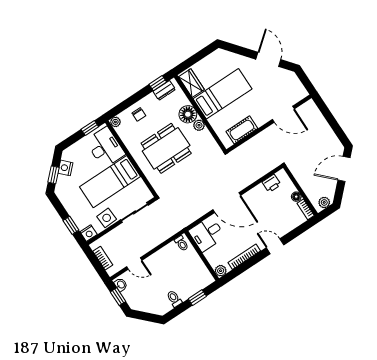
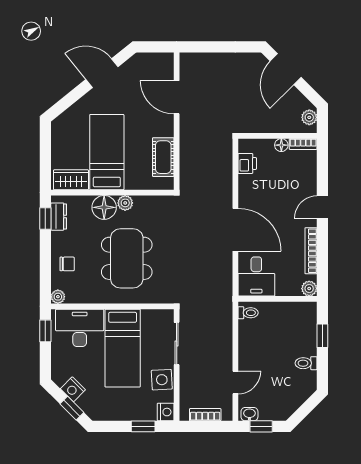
door: (283, 114) -> (177, 97), swing flipped
door: (227, 203) -> (235, 230), hinge flipped

